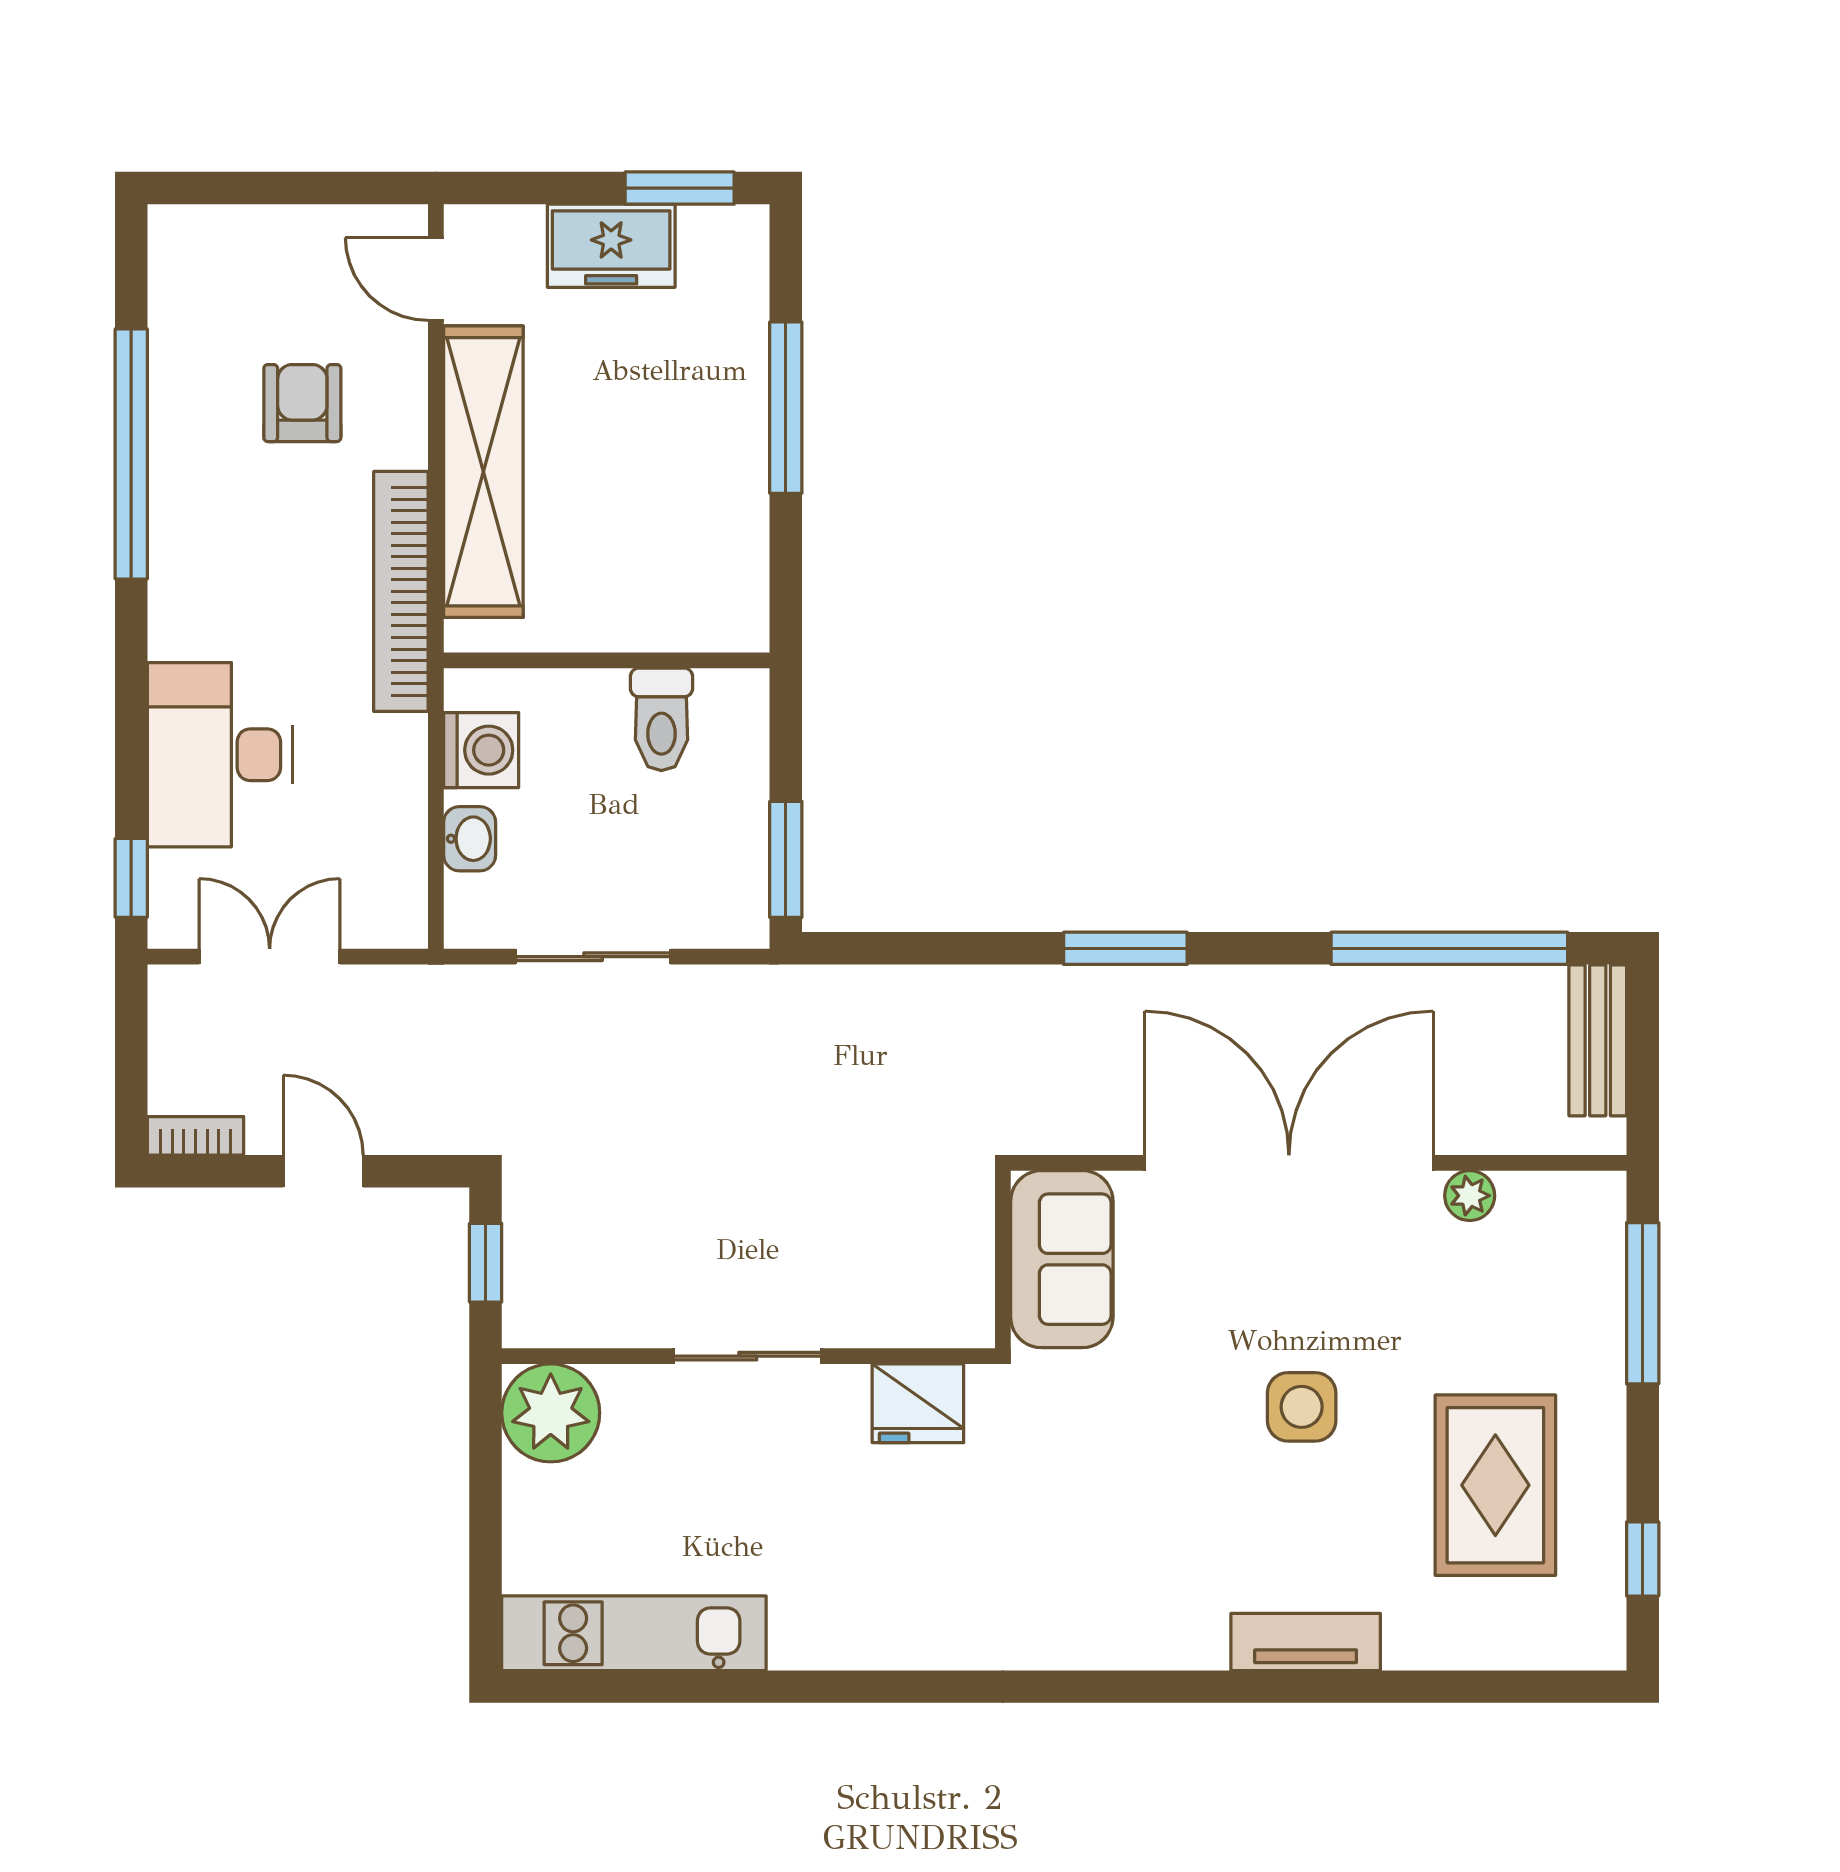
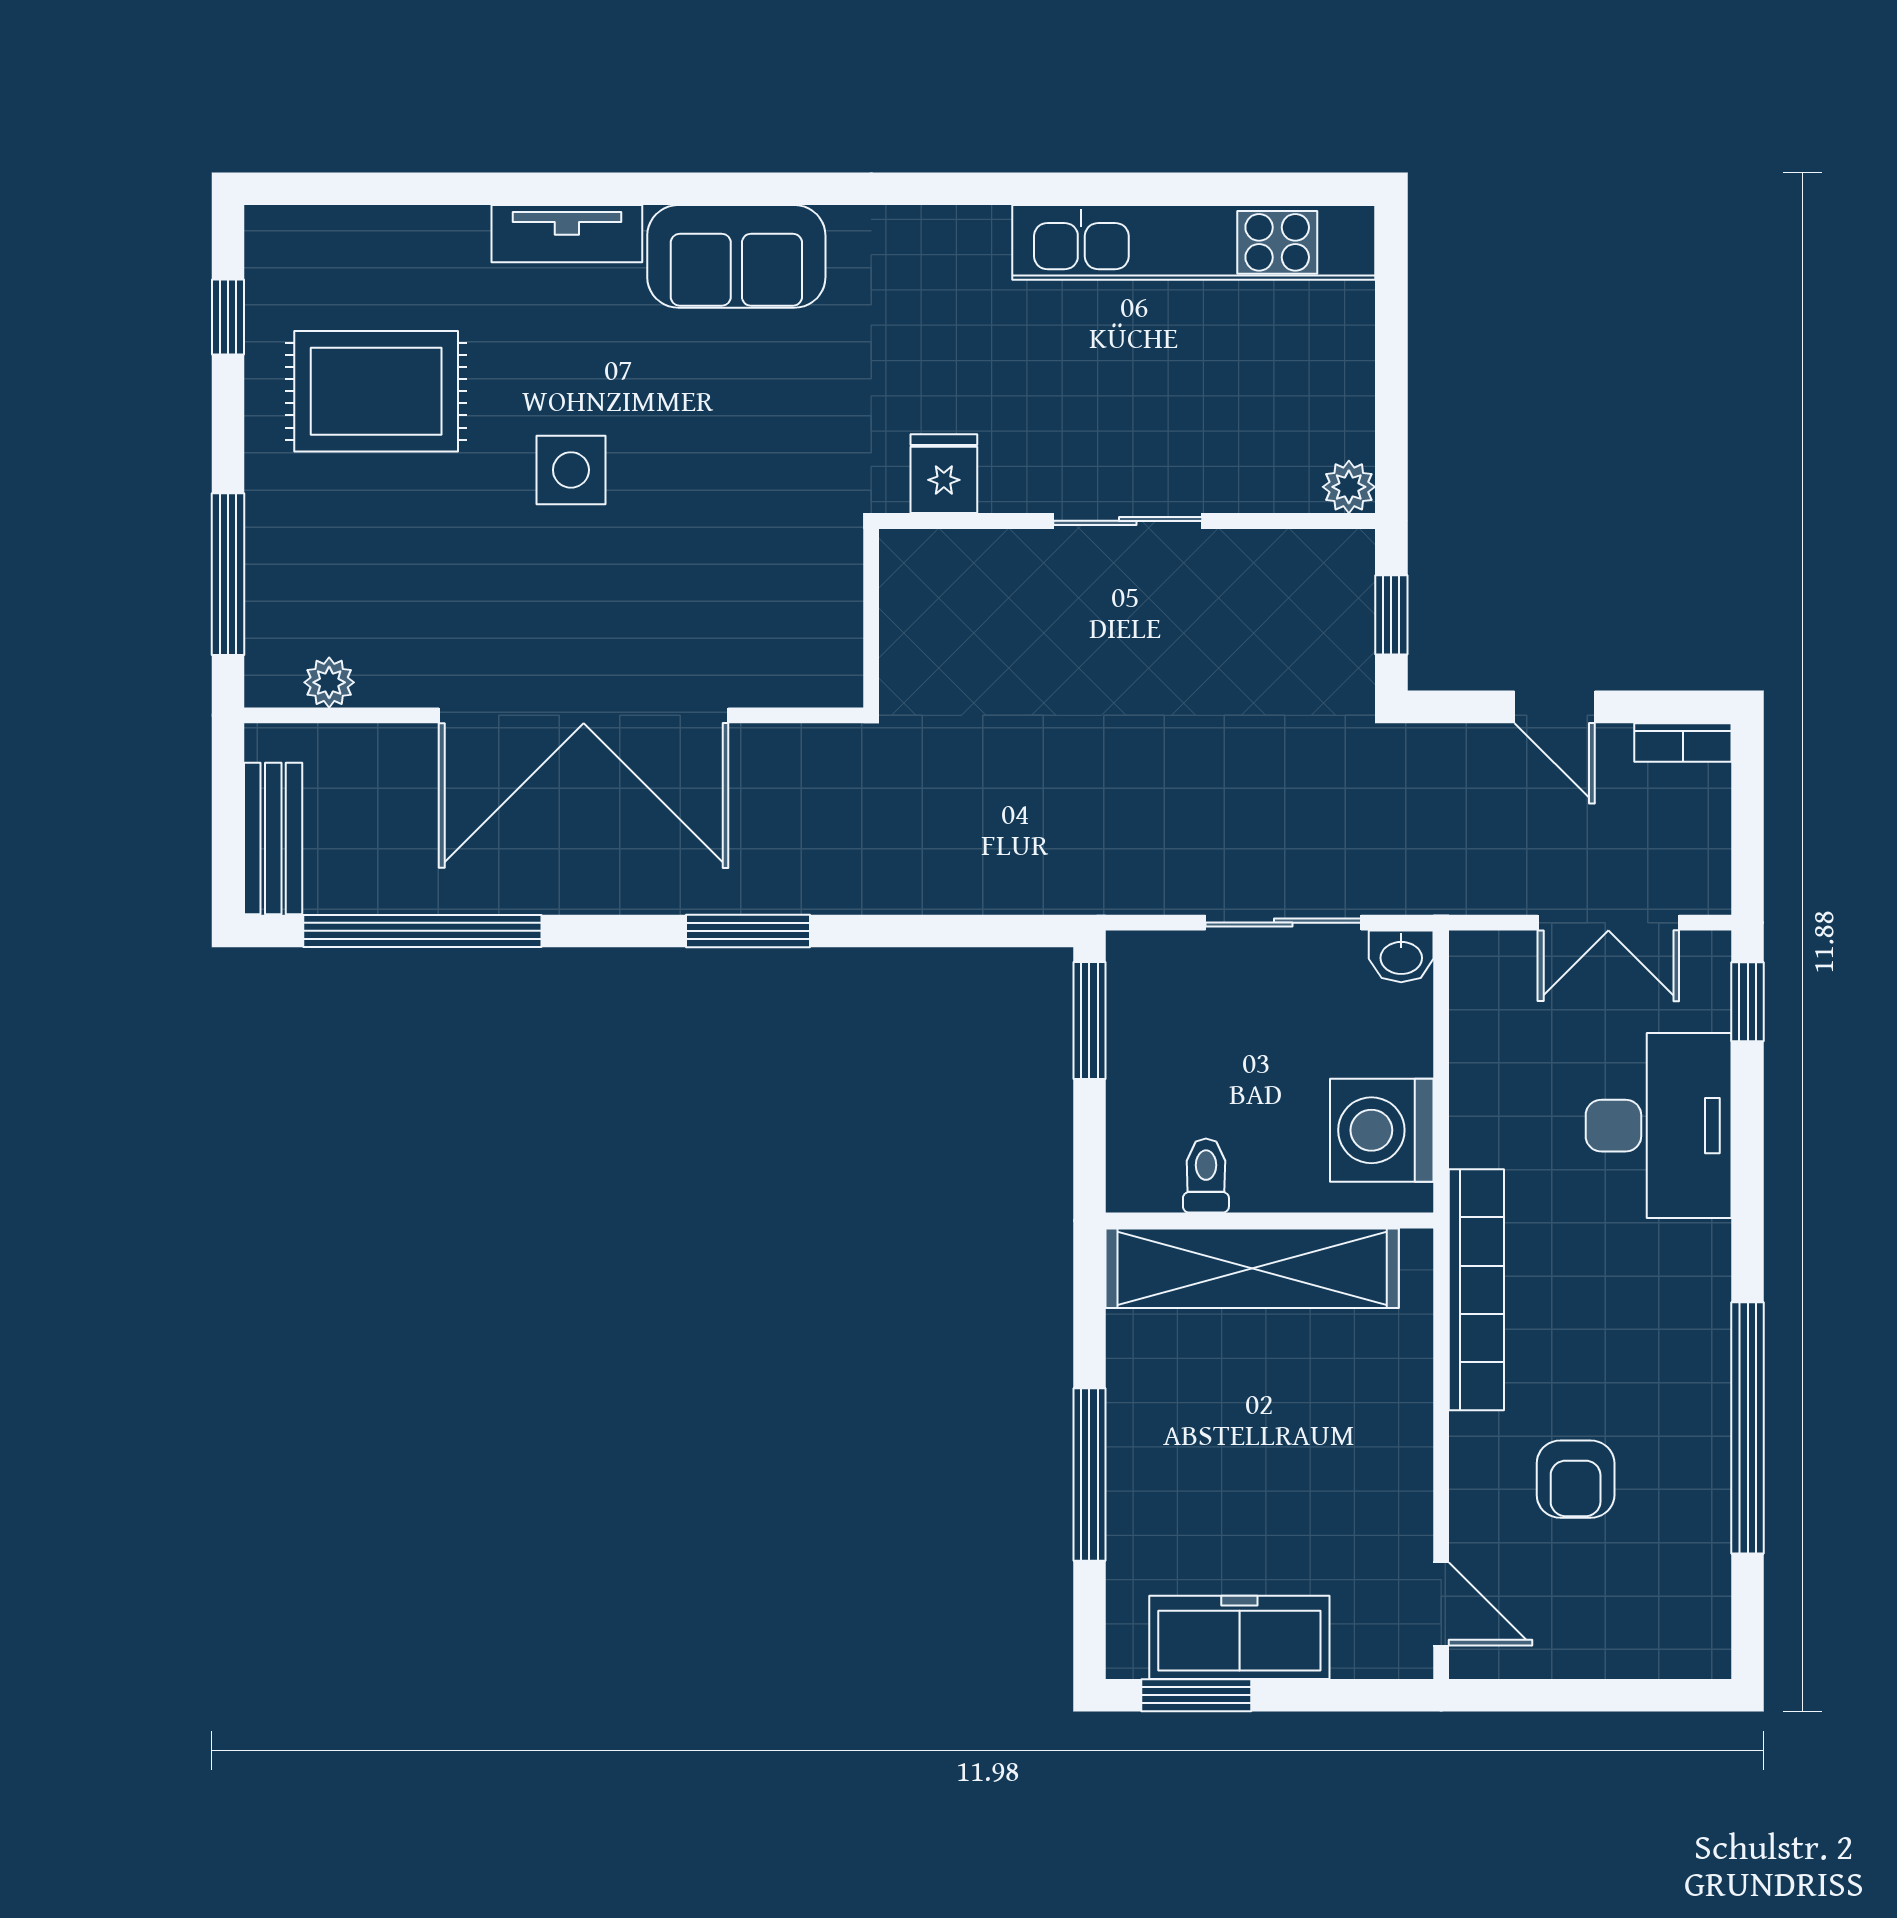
freezer: (611, 246) -> (1239, 1637), width x1.40
shelving: (483, 472) -> (1252, 1268), moved, turned 90
toilet: (661, 719) -> (1206, 1176), width x0.73, depth x0.72
washing machine: (481, 750) -> (1382, 1130), width x1.37, depth x1.37
washbasin: (470, 839) -> (1401, 956), moved, turned -90
plant: (1470, 1196) -> (329, 682), moved
sofa: (1062, 1259) -> (736, 256), moved, turned -90
fridge: (918, 1403) -> (944, 474), width x0.72
plant: (551, 1413) -> (1349, 487), width x0.53, depth x0.53
rug: (1495, 1485) -> (376, 391), turned 90
kitchen unit: (634, 1633) -> (1194, 242), width x1.36

